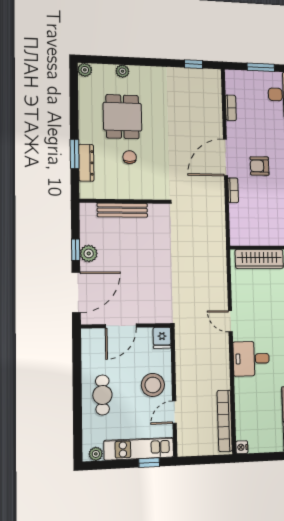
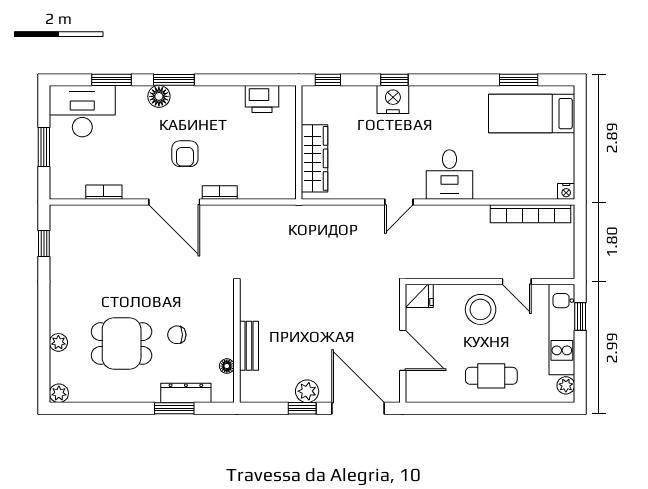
floor lamp: (107, 194) -> (227, 366), added
bench: (122, 210) -> (249, 346), width x0.73

